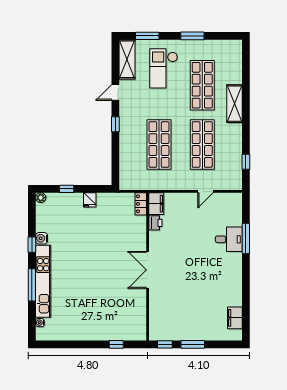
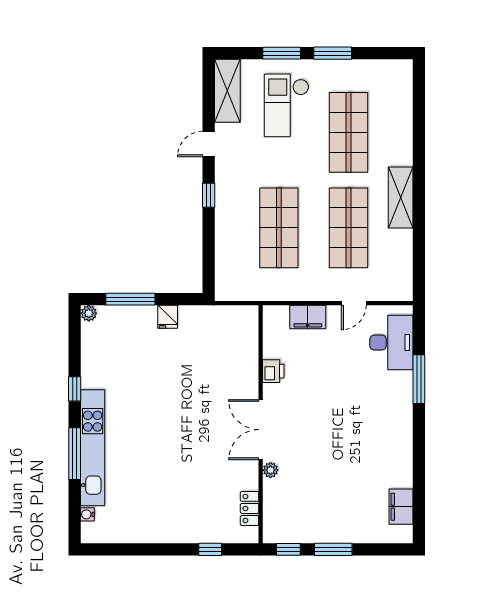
window: (147, 36) -> (282, 53), moved
shelving: (235, 104) -> (401, 198), moved
window: (246, 162) -> (419, 255), removed
window: (67, 189) -> (130, 299), width x2.17
locker: (141, 204) -> (250, 508), moved
filing cabinet: (156, 204) -> (308, 317), moved, turned 90
printer: (155, 223) -> (273, 371), moved
water cooler: (42, 238) -> (90, 379), removed
desk: (229, 239) -> (391, 343), moved, width x1.37
plant: (154, 295) -> (270, 470), added

